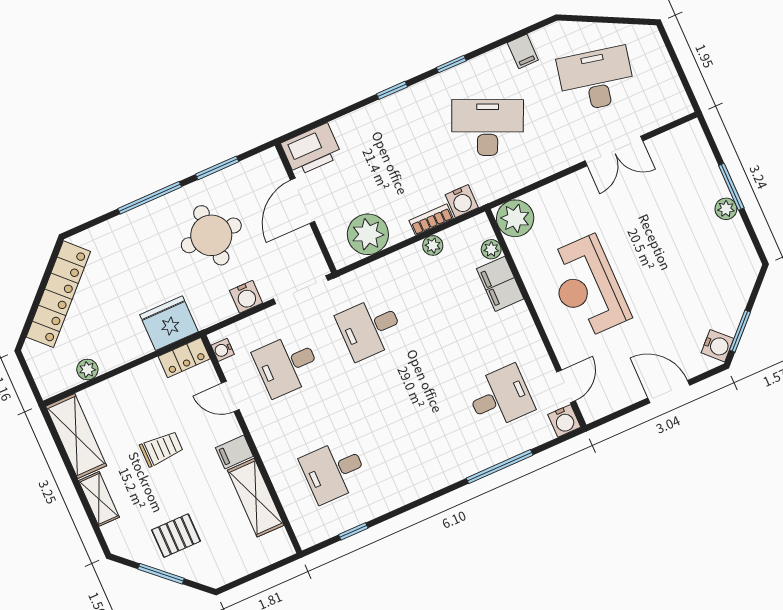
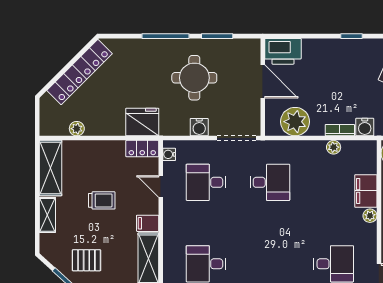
door: (303, 201) -> (263, 82), swing flipped
plant: (491, 249) -> (370, 216), moved
desk: (370, 328) -> (270, 182), turned 180

